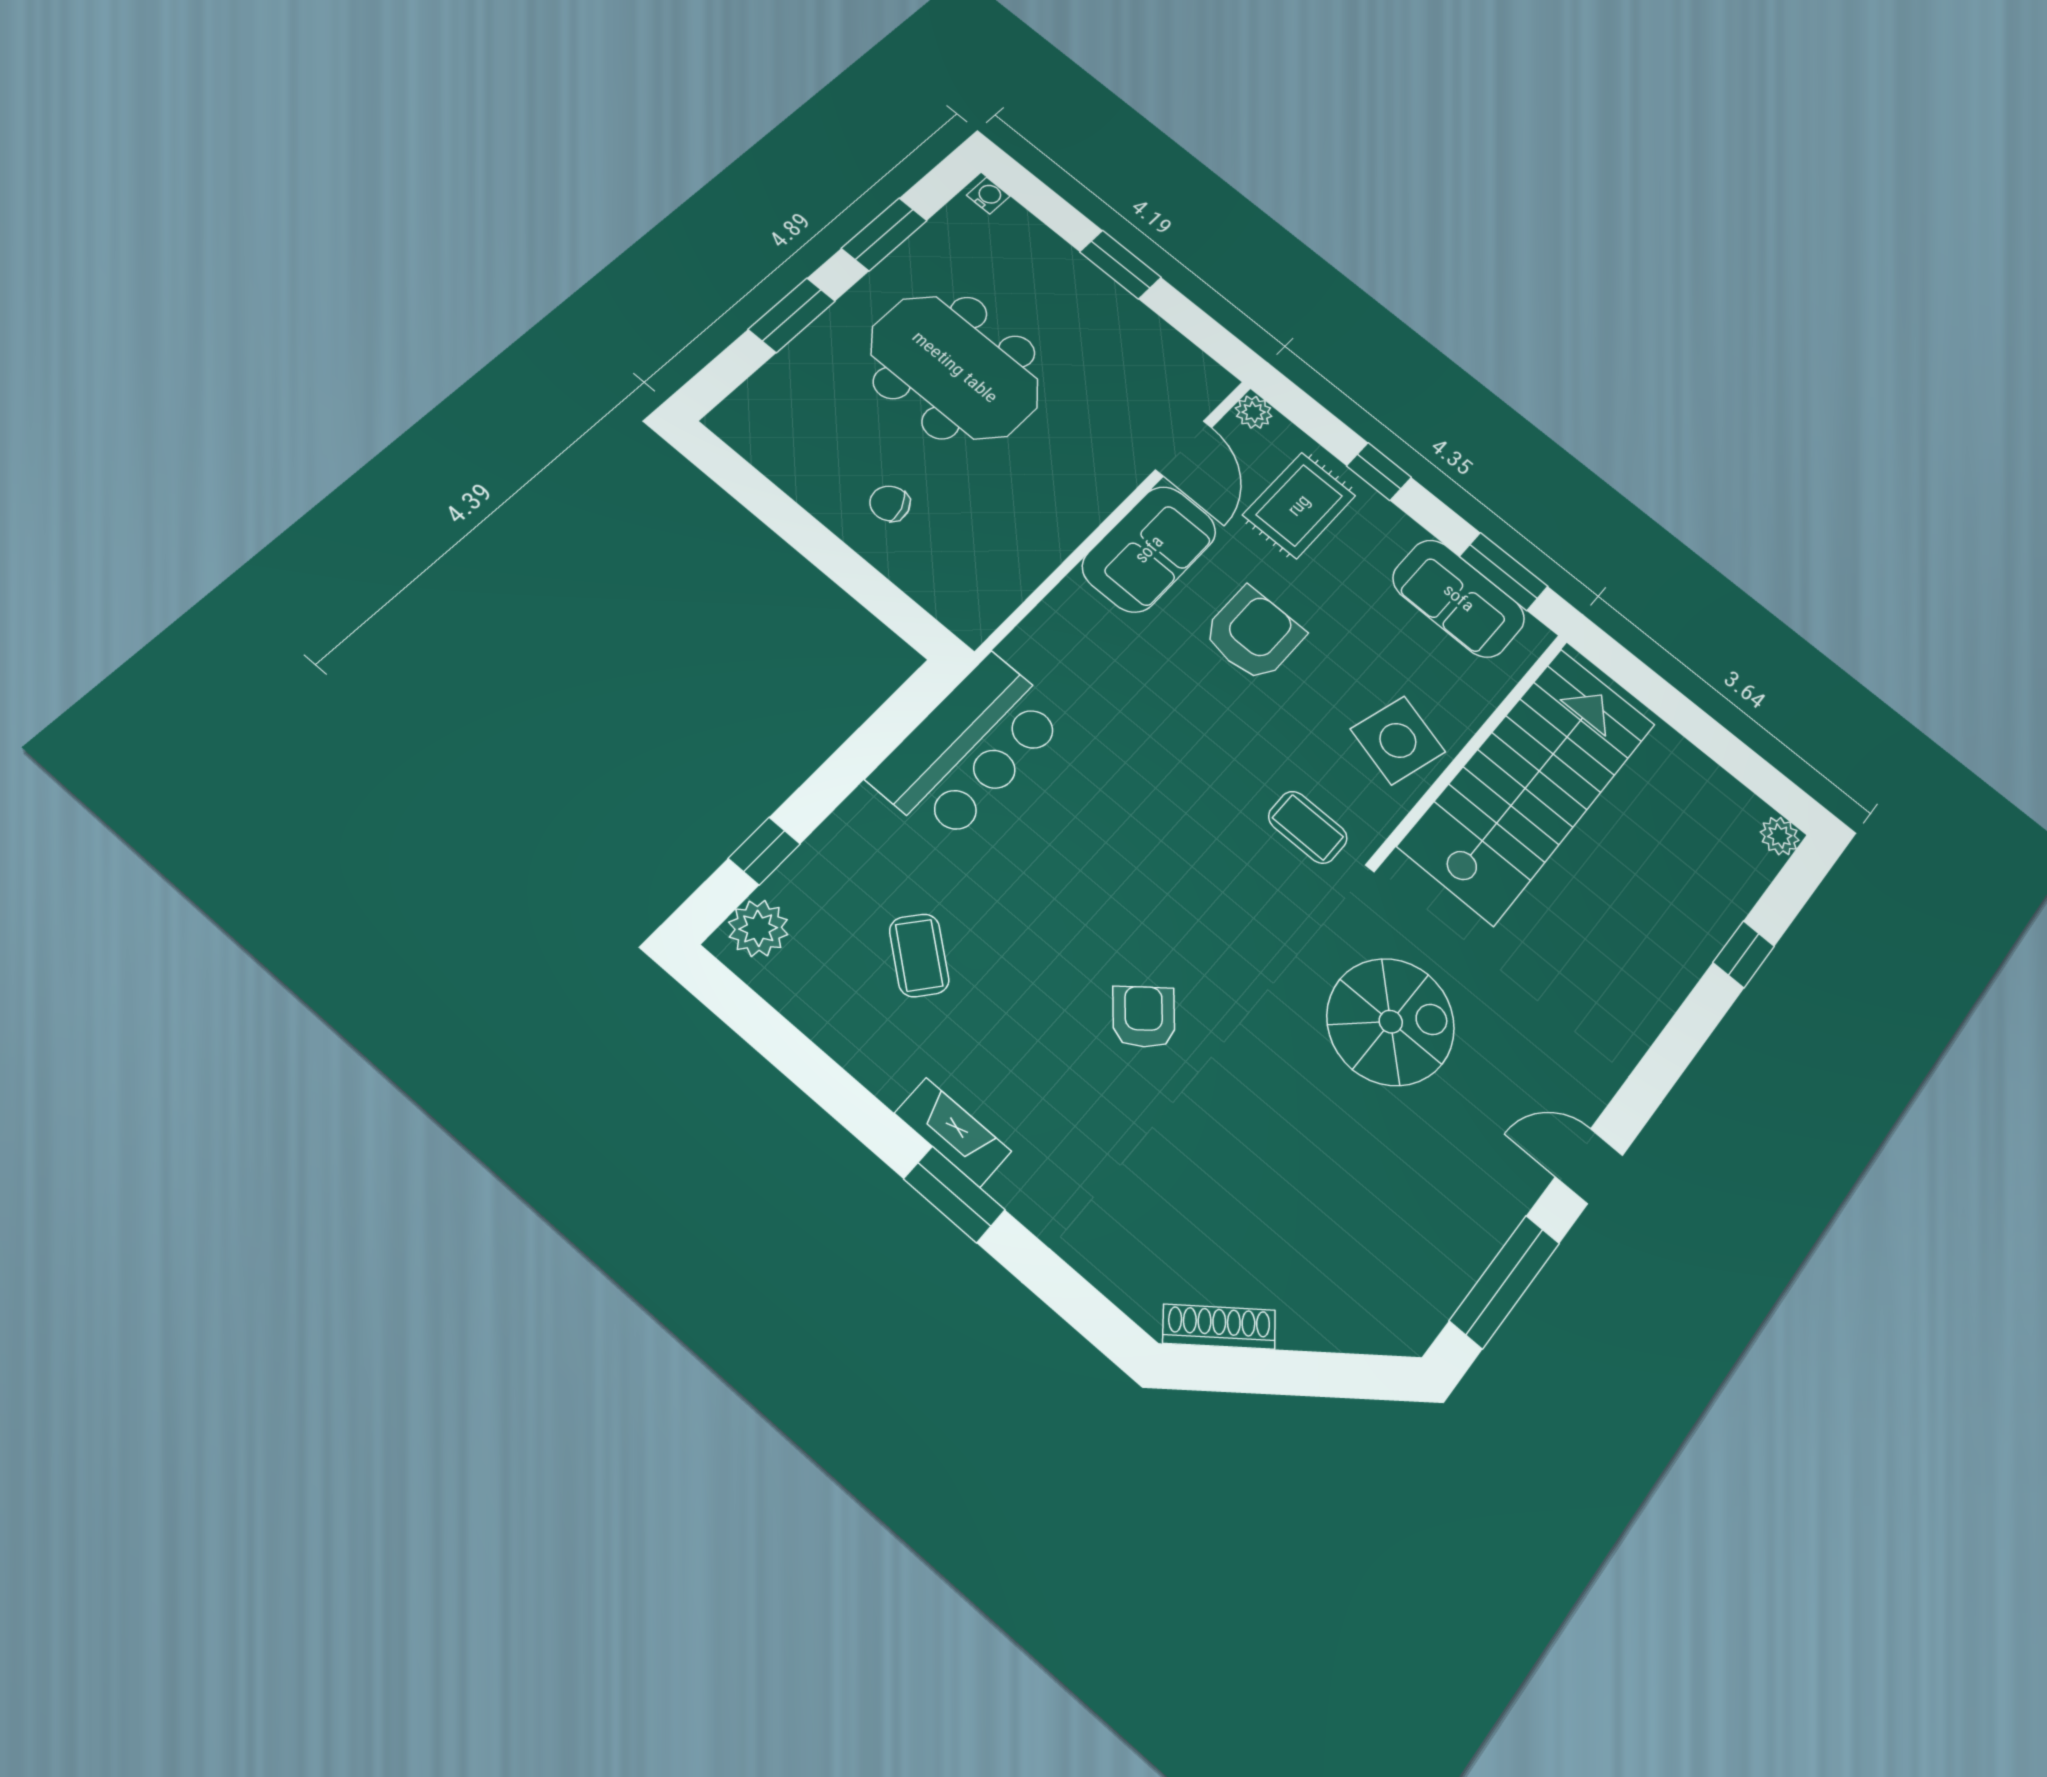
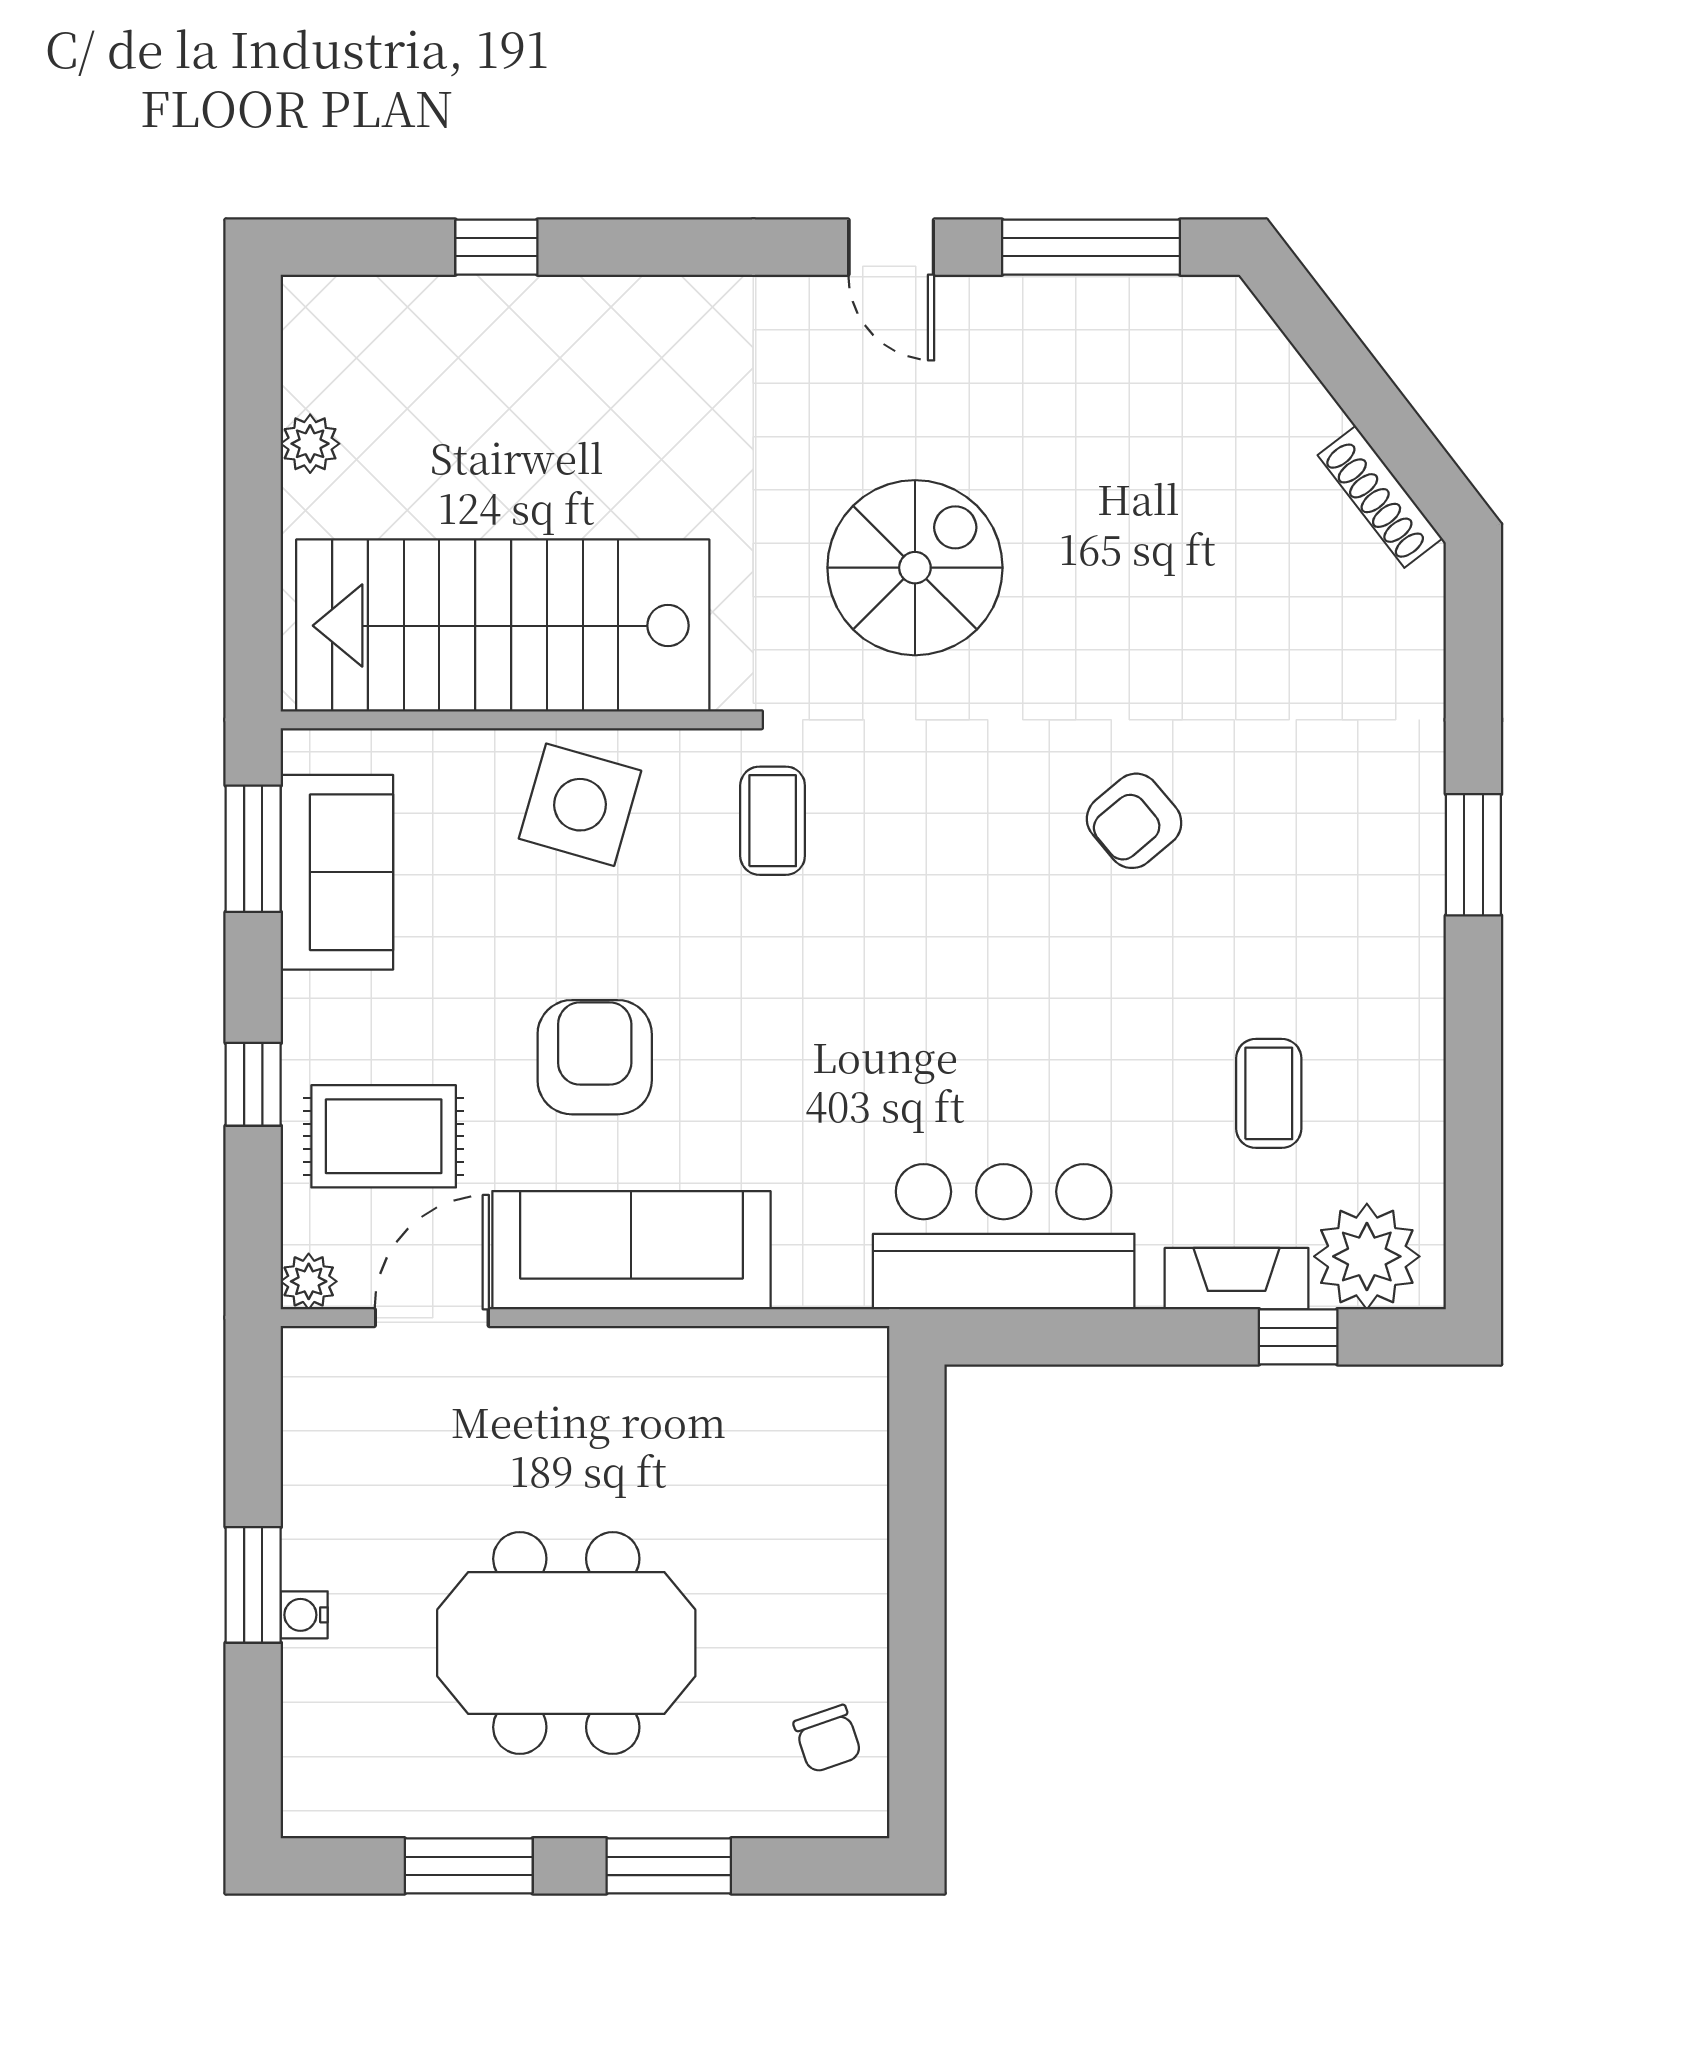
water cooler: (988, 196) -> (304, 1615), moved
meeting table: (955, 367) -> (566, 1643), turned 90
chair: (890, 503) -> (828, 1739), moved
sofa: (1149, 549) -> (631, 1250), width x1.36
armchair: (1253, 634) -> (595, 1057), turned 90
plant: (1780, 836) -> (310, 444), moved
plant: (758, 928) -> (1367, 1256), width x1.36, depth x1.36
coffee table: (919, 955) -> (1269, 1093), turned -39
spiral stairs: (1391, 1022) -> (915, 568), turned 90
fireplace: (953, 1132) -> (1237, 1279), moved, turned 90

